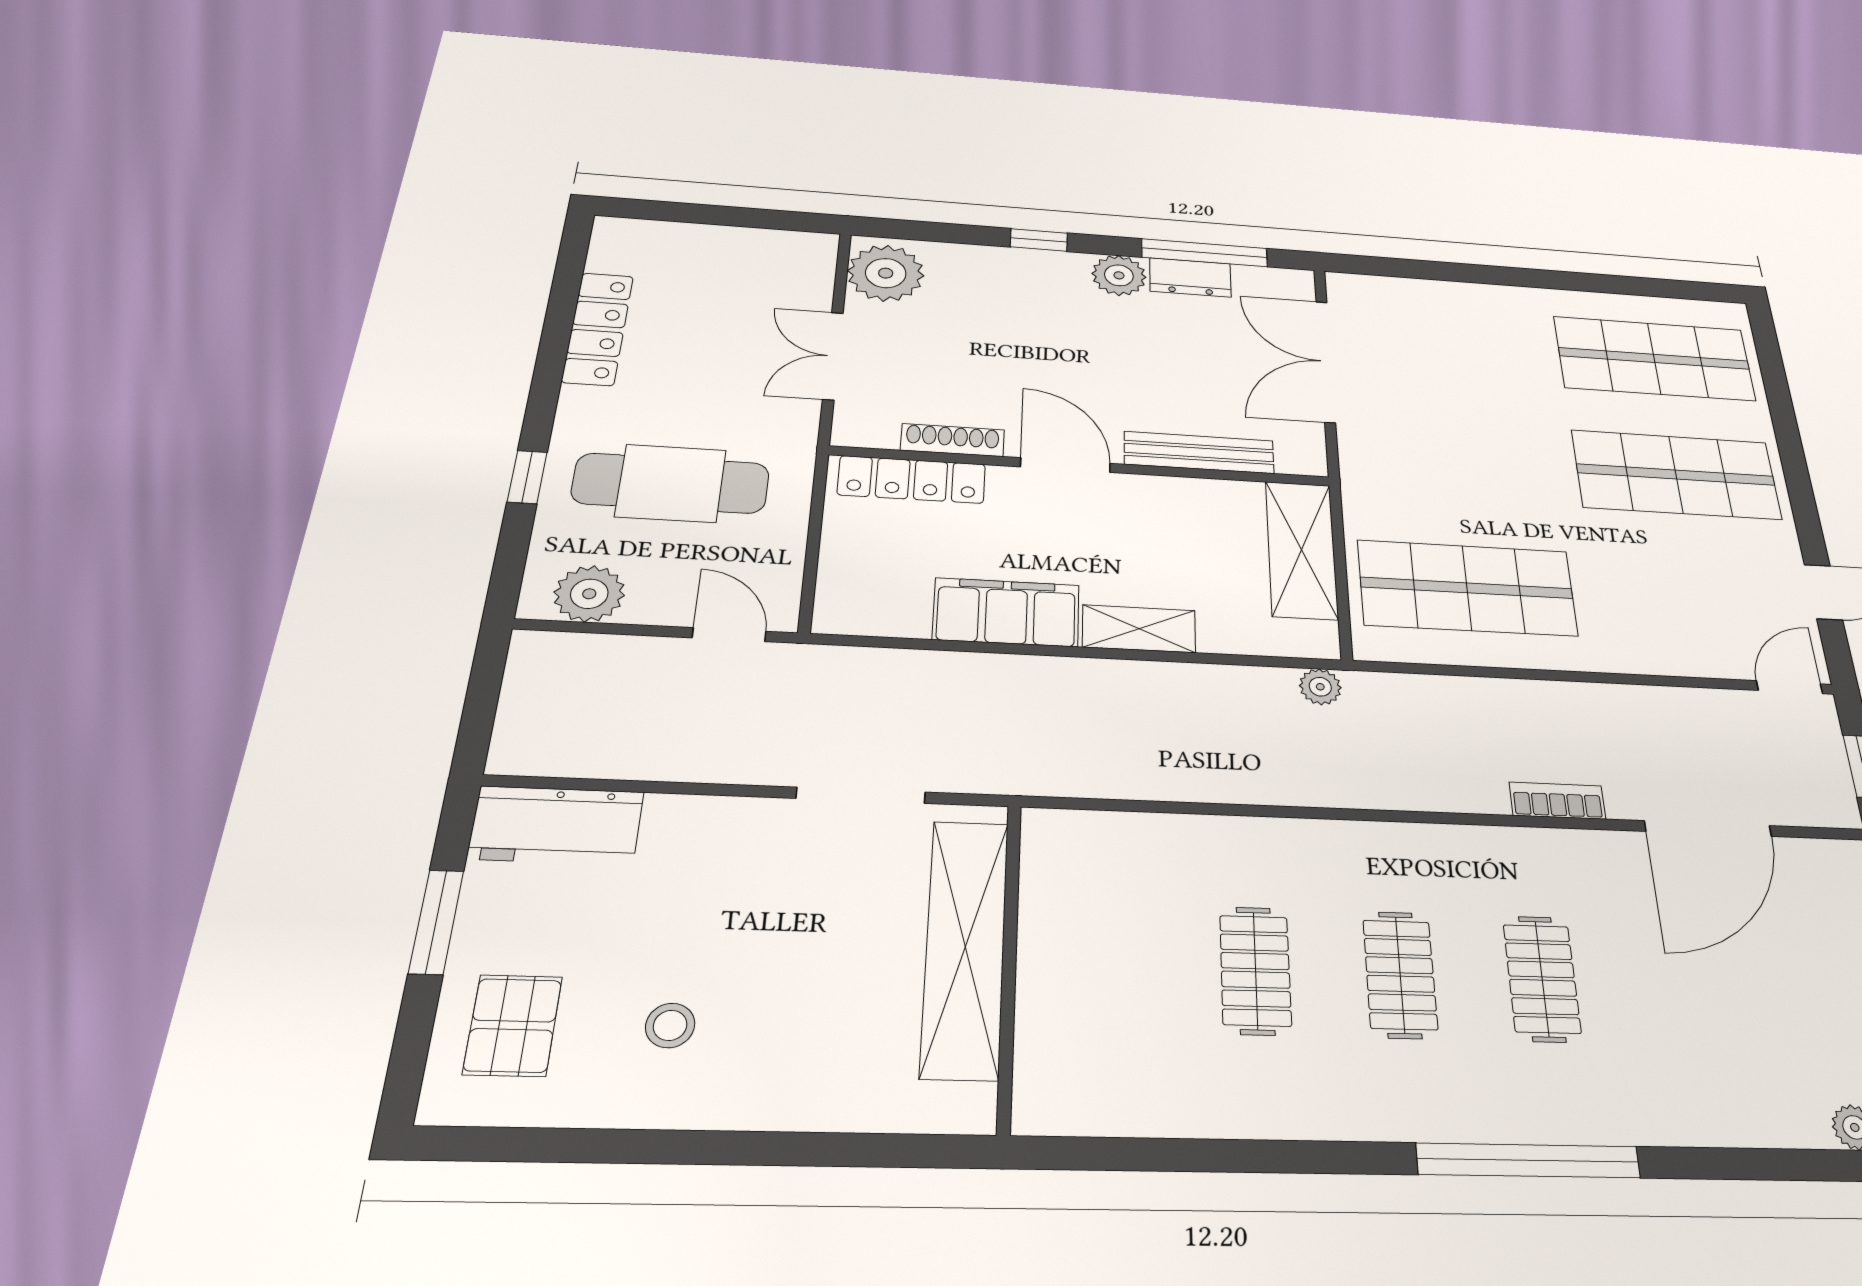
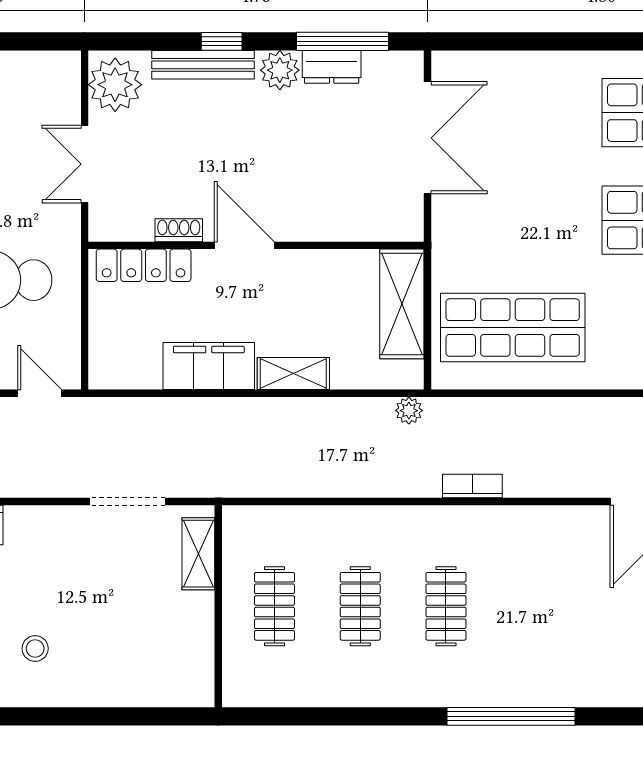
double door: (1326, 361) -> (427, 138), swing flipped
shoe rack: (953, 440) -> (179, 230), width x0.70
bench: (1199, 452) -> (203, 65), moved
bookcase: (1557, 801) -> (472, 486), moved
shelving: (965, 947) -> (198, 554), width x0.45, depth x0.75
clothes rail: (1542, 979) -> (274, 606), moved

